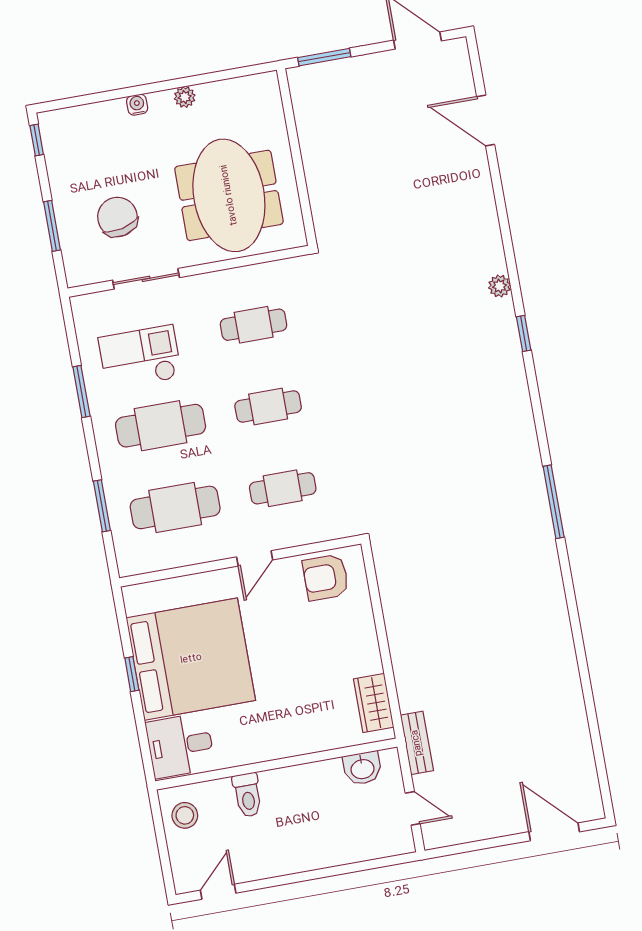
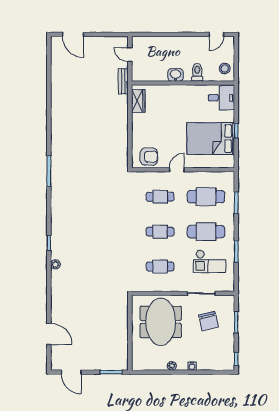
bed: (191, 659) -> (211, 139), width x0.73
washbasin: (362, 768) -> (176, 75), moved

